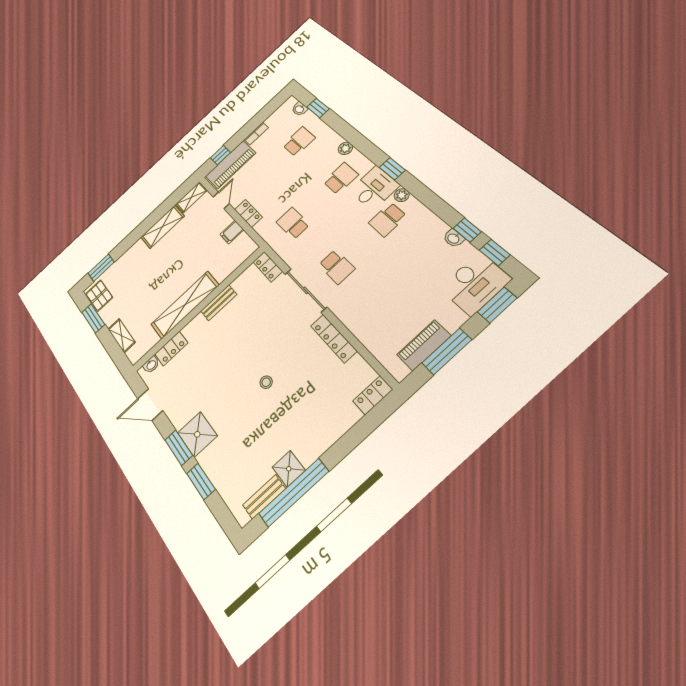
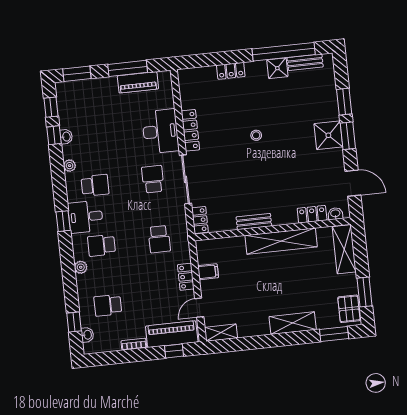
plant: (402, 195) -> (70, 166), moved
shelving: (162, 227) -> (293, 323), moved
desk: (475, 284) -> (160, 131), moved, turned 90
shelving: (122, 336) -> (344, 249), width x1.50, depth x1.33
locker: (373, 395) -> (231, 71), moved

